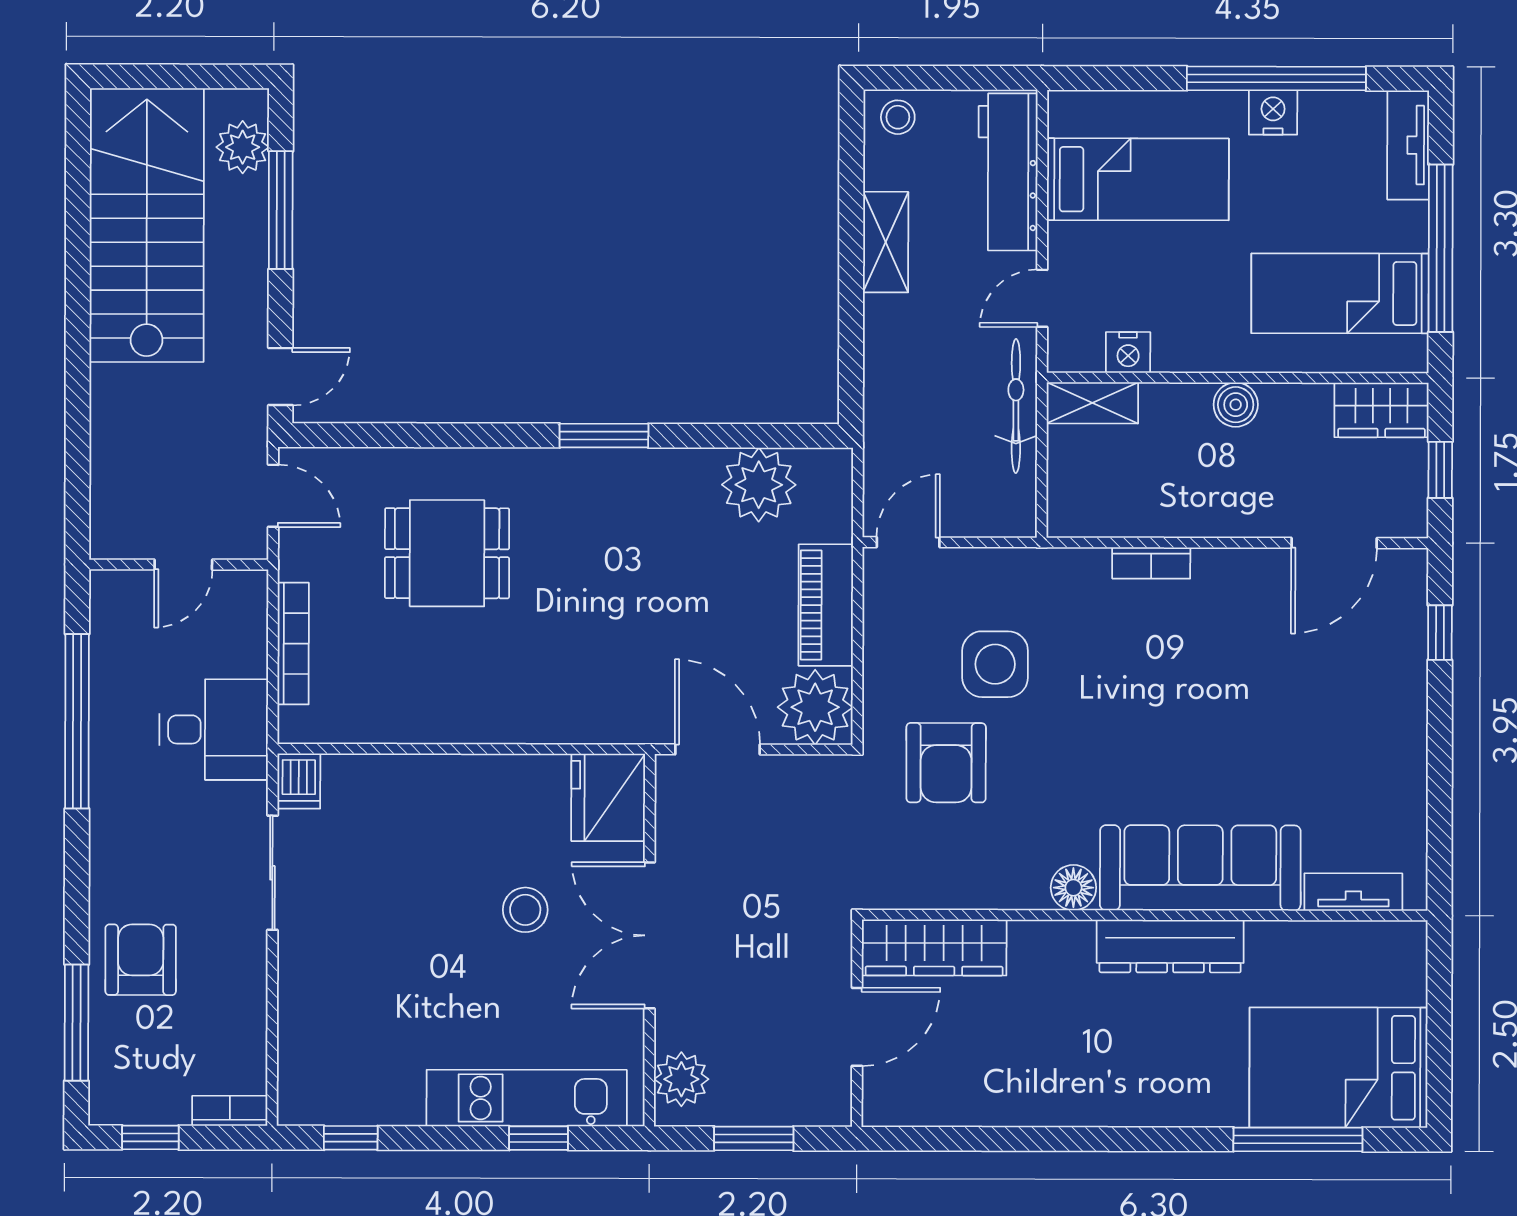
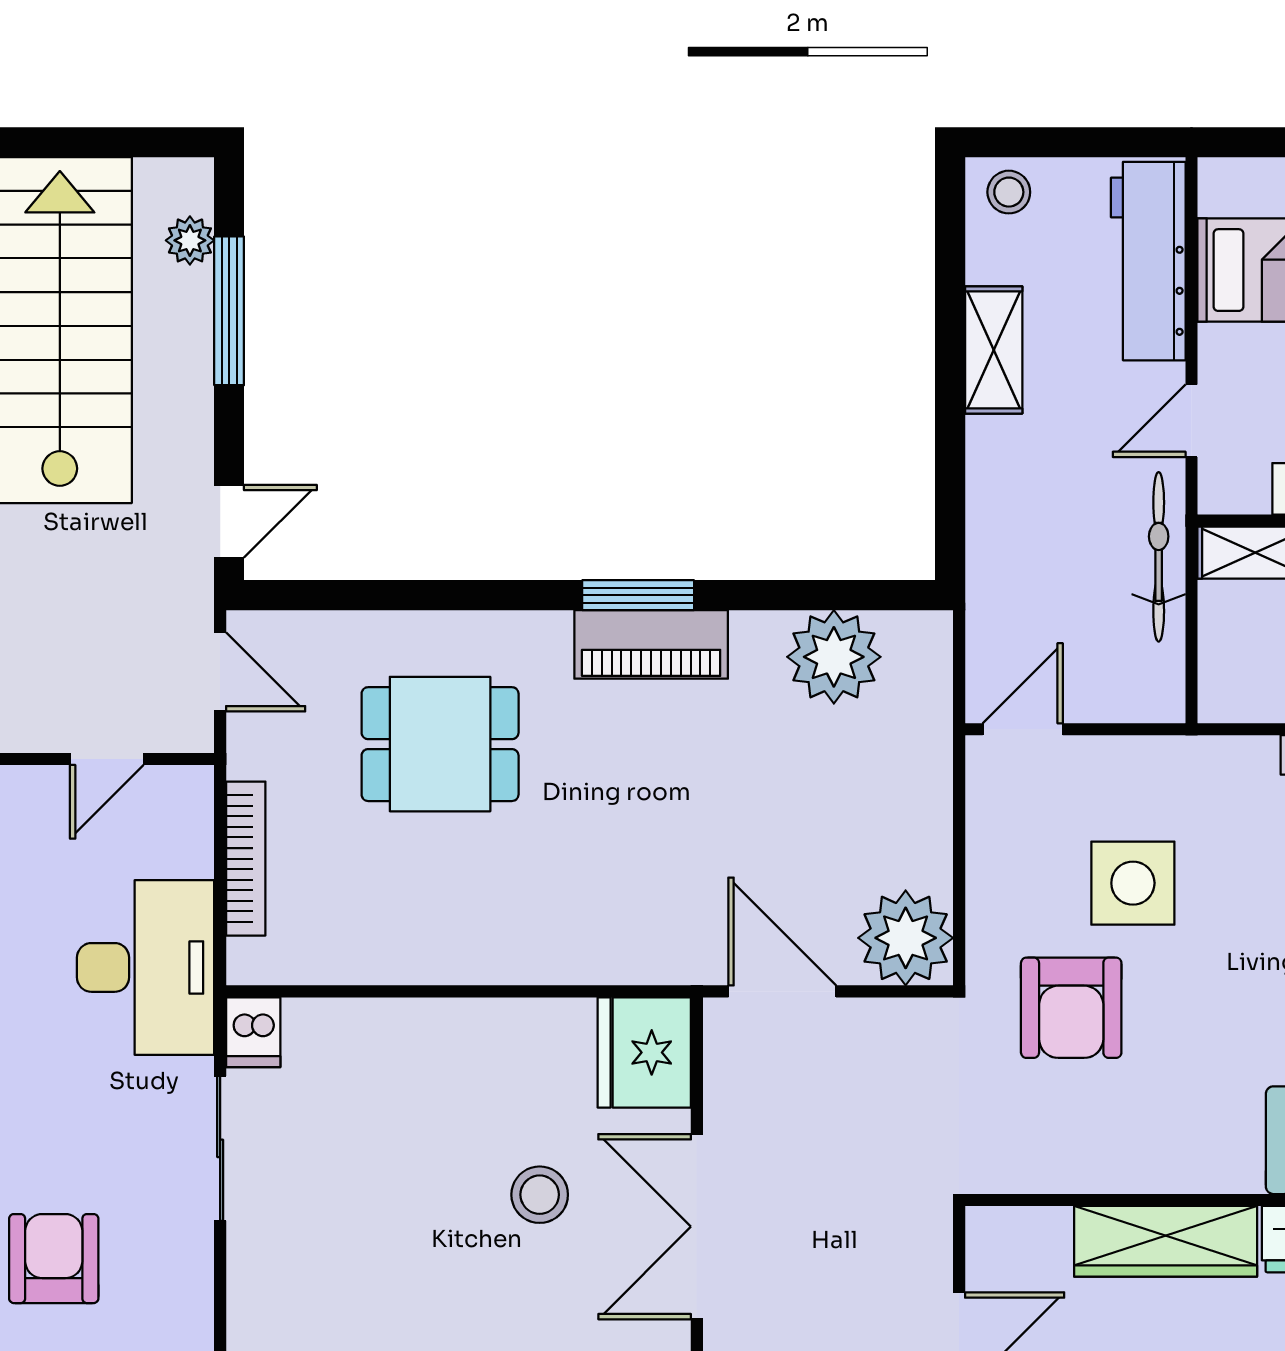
plant: (243, 147) -> (190, 240), width x0.73, depth x0.73
piano: (826, 605) -> (651, 644), moved, turned -90
desk: (214, 730) -> (146, 967), width x1.37
floor lamp: (1073, 888) -> (1232, 1165), removed
wardrobe: (934, 947) -> (1166, 1241), moved

